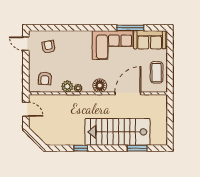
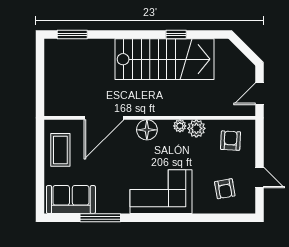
door: (26, 44) -> (259, 177), moved
corner sofa: (113, 45) -> (161, 192), moved
door: (26, 109) -> (259, 94), hinge flipped
stairs: (117, 132) -> (164, 59), moved
window: (137, 148) -> (72, 35), moved

